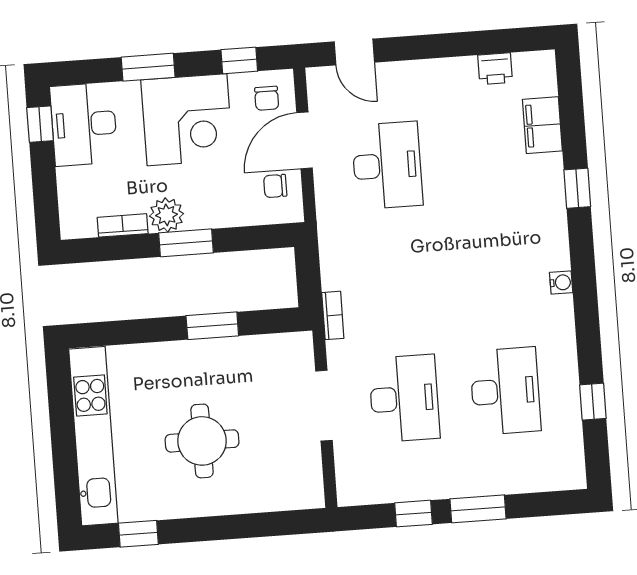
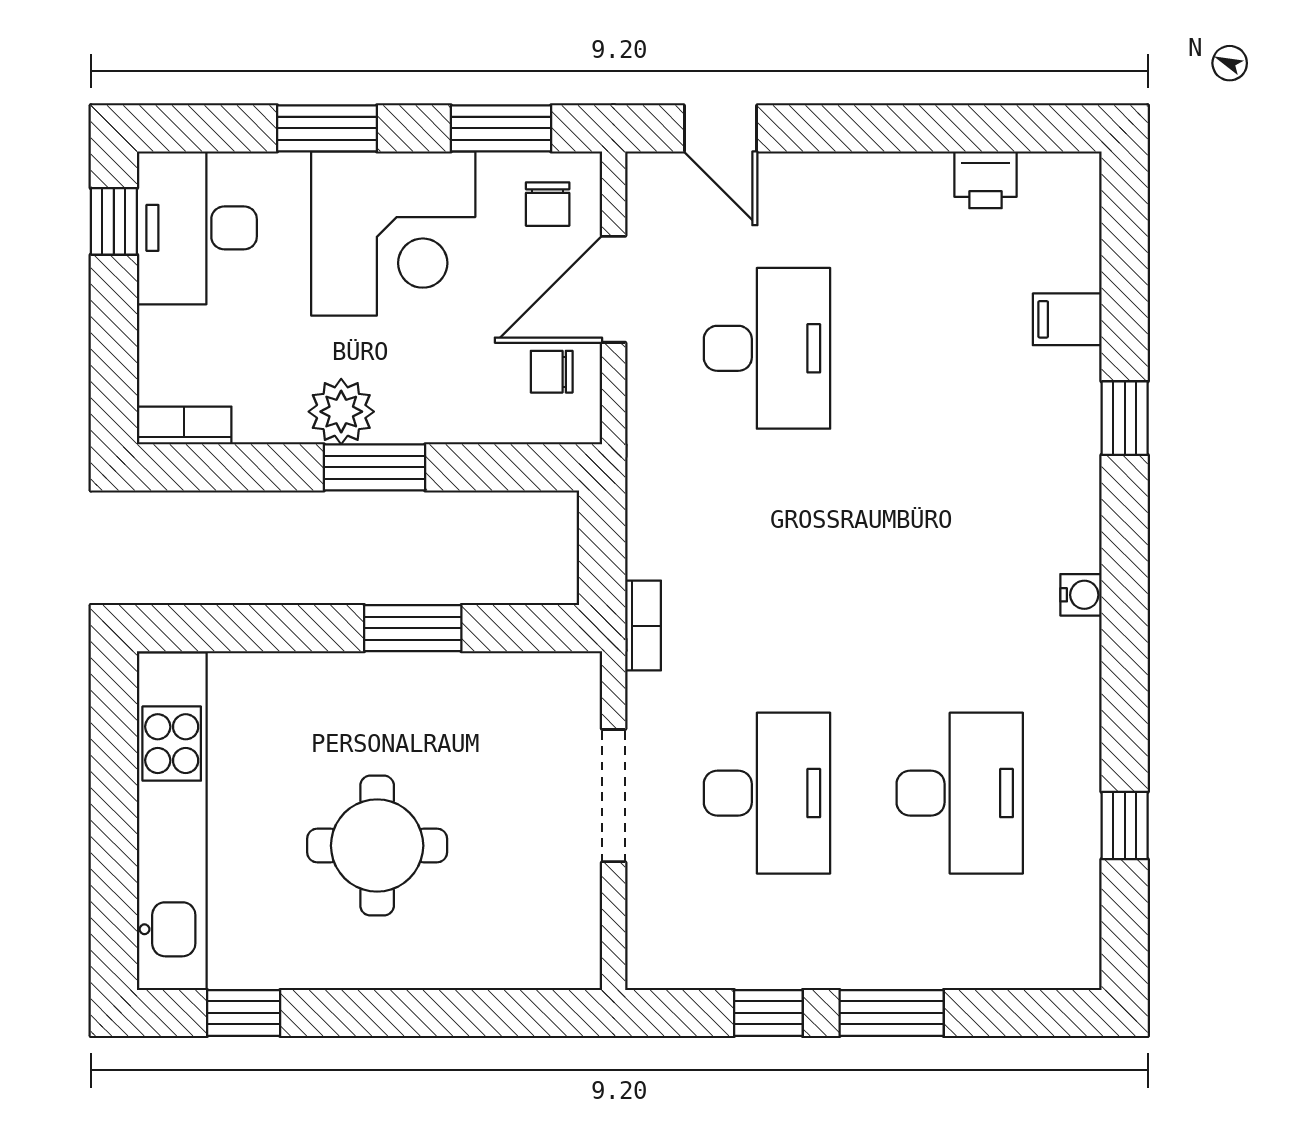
window: (239, 60) -> (501, 128), width x1.50
filing cabinet: (542, 125) -> (1067, 319), width x0.50
bookcase: (123, 225) -> (184, 425), moved

